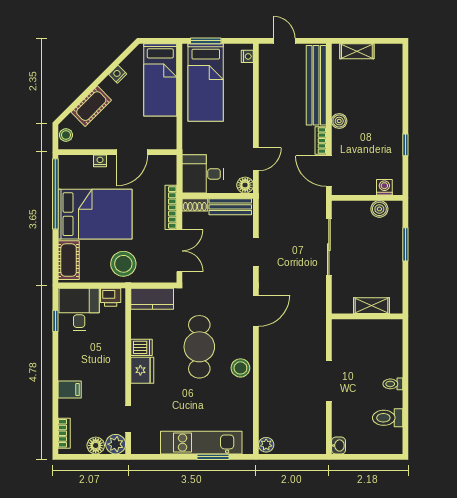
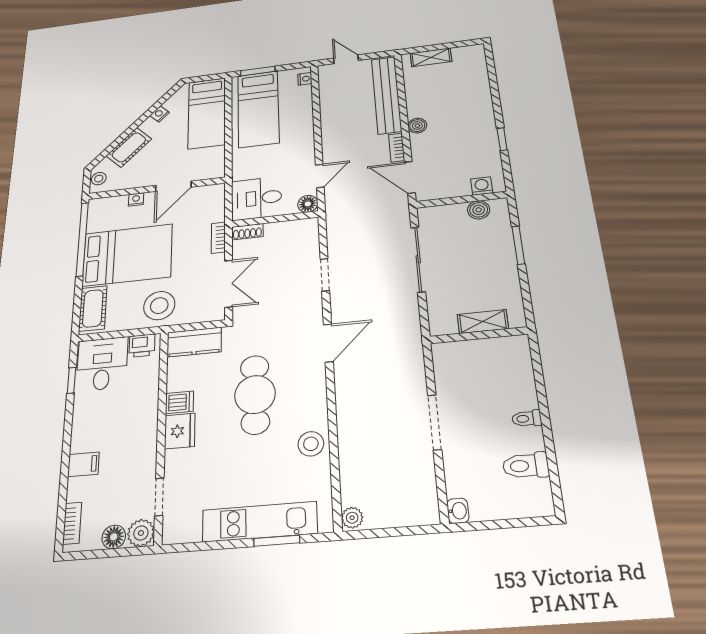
bookcase: (171, 207) -> (218, 238), width x0.64
bench: (230, 207) -> (291, 229), removed
stool: (240, 368) -> (311, 444), moved

